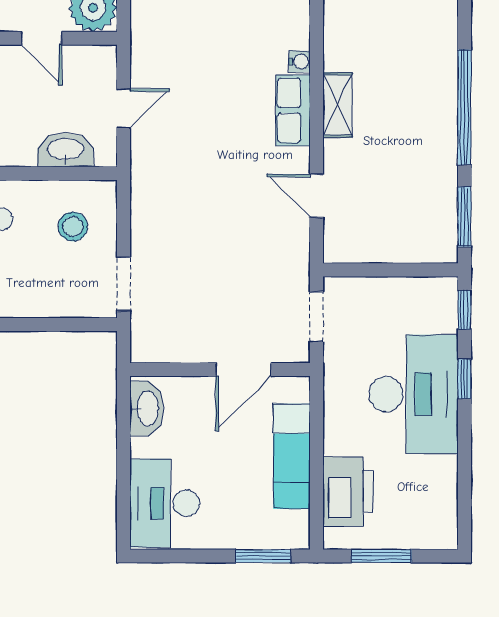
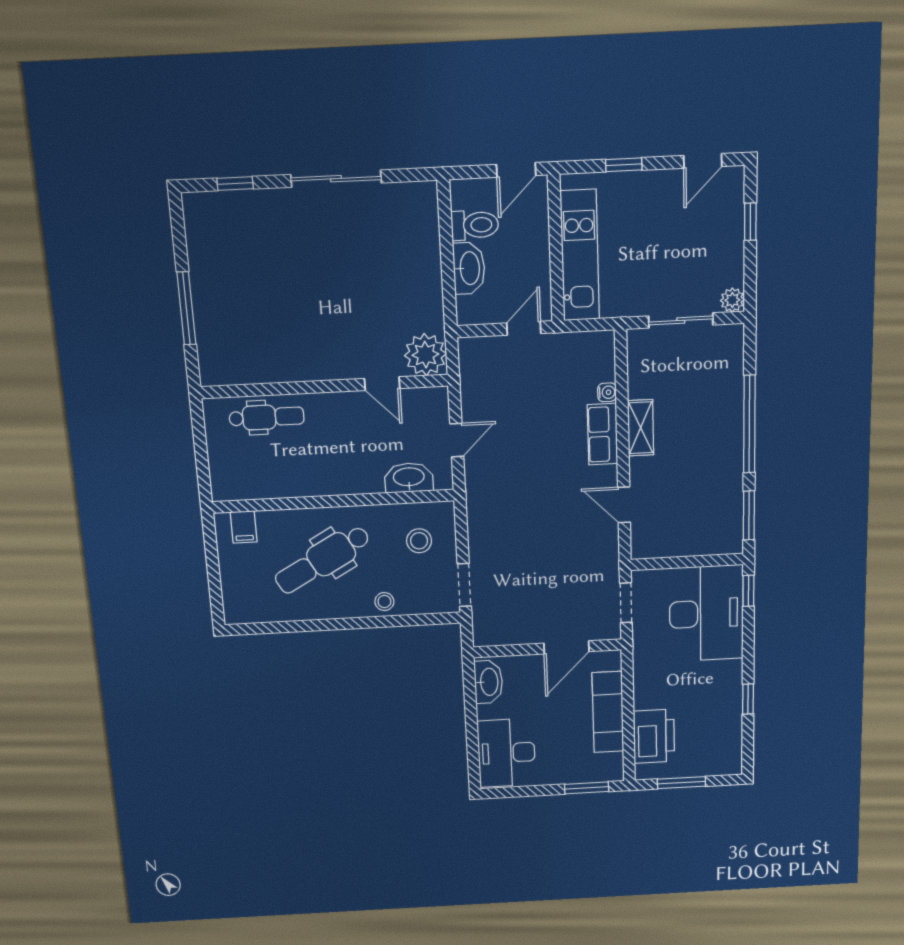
stool: (27, 299) -> (384, 602), added
window: (464, 379) -> (748, 699), moved
desk: (413, 394) -> (706, 613), moved

